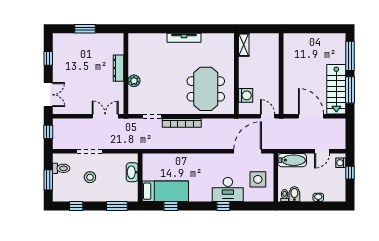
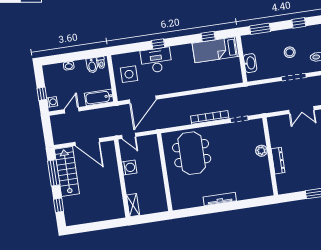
shelving: (244, 45) -> (133, 205), moved
window: (350, 56) -> (59, 205), width x0.46
washing machine: (246, 95) -> (129, 168), moved, turned 180
double door: (105, 116) -> (301, 110), moved

